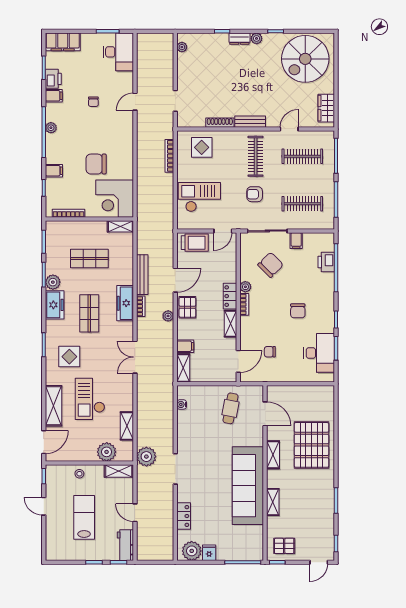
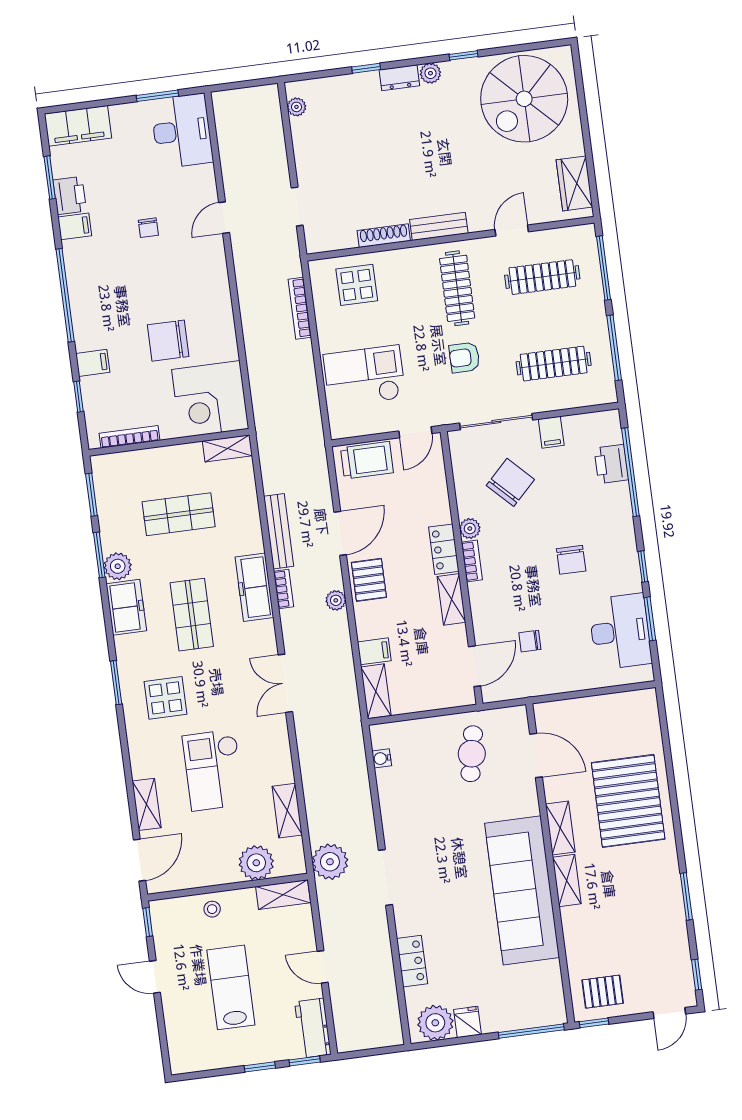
plant: (51, 128) -> (77, 285), removed
shelving: (54, 406) -> (147, 804), width x0.67, depth x0.75
shelving: (273, 502) -> (567, 880), moved

